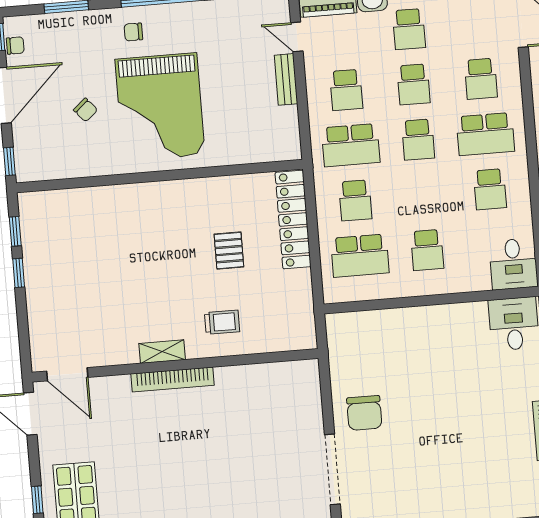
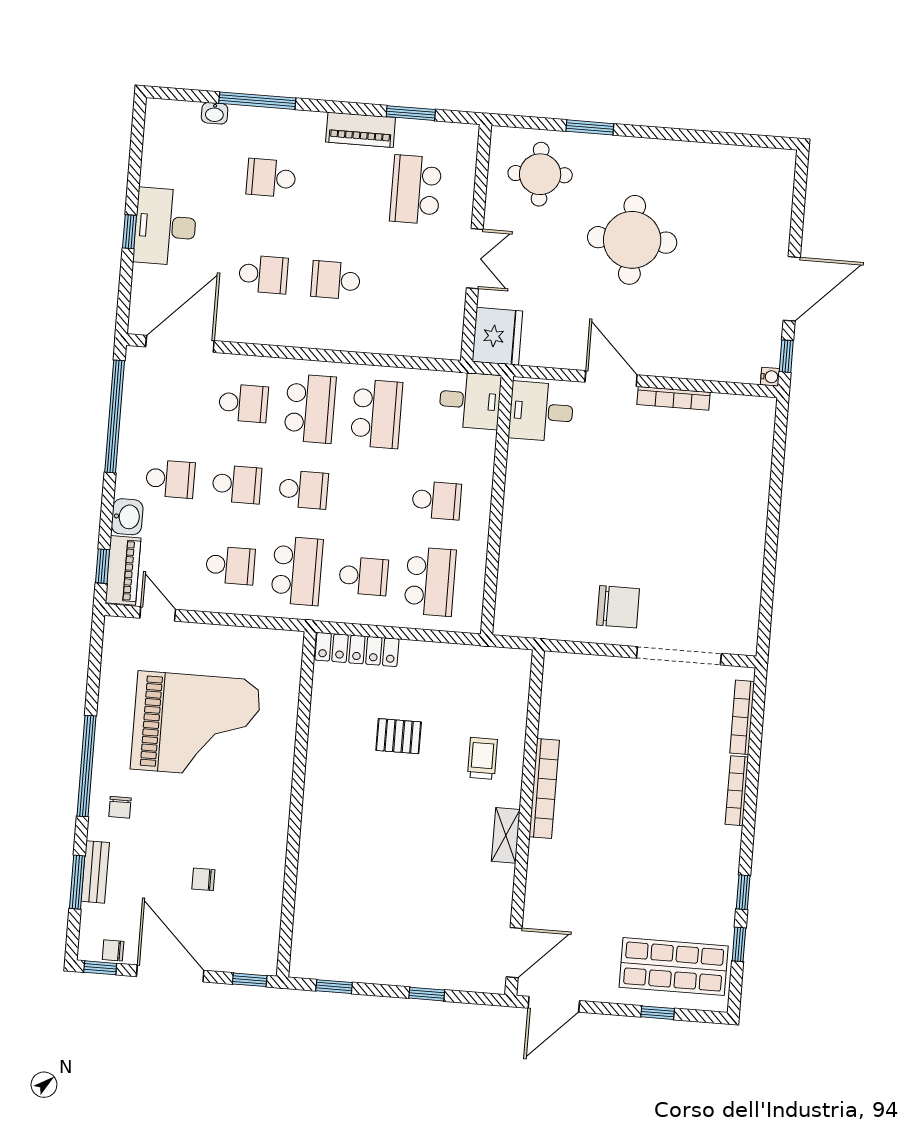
door: (297, 37) -> (158, 614), swing flipped
chair: (15, 45) -> (113, 950), turned -90
bench: (286, 79) -> (95, 872), moved, turned 90
grand piano: (160, 107) -> (196, 725), moved
chair: (86, 110) -> (203, 879), turned -139
school desk: (490, 189) -> (377, 414), width x1.85
locker: (293, 220) -> (357, 650), width x0.71, depth x0.83
window: (19, 273) -> (427, 994), moved
bookcase: (173, 380) -> (544, 789), moved

